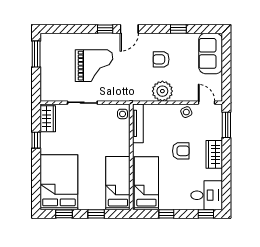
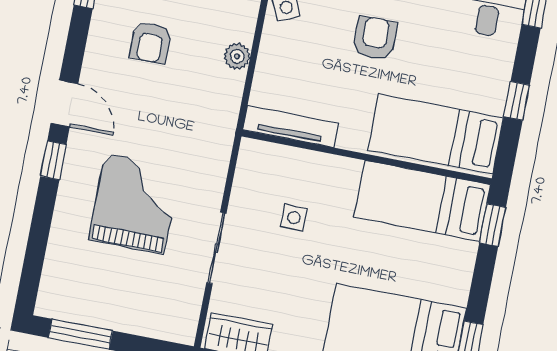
plant: (162, 91) -> (237, 56), width x0.53, depth x0.53
side table: (123, 114) -> (294, 218), moved
window: (96, 214) -> (493, 225), moved

